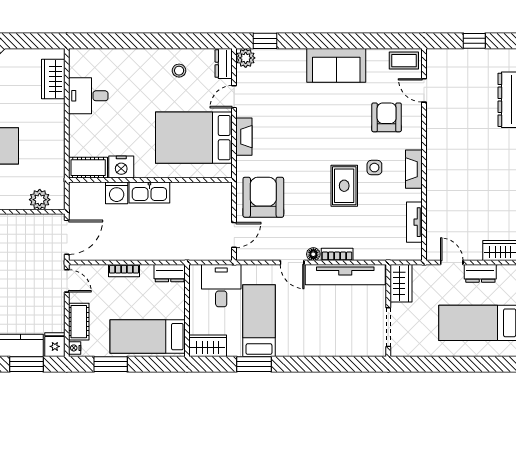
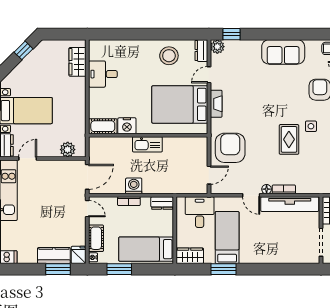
stool: (179, 71) -> (169, 56), width x1.89, depth x1.89
washing machine: (117, 193) -> (134, 186), moved, turned 180

